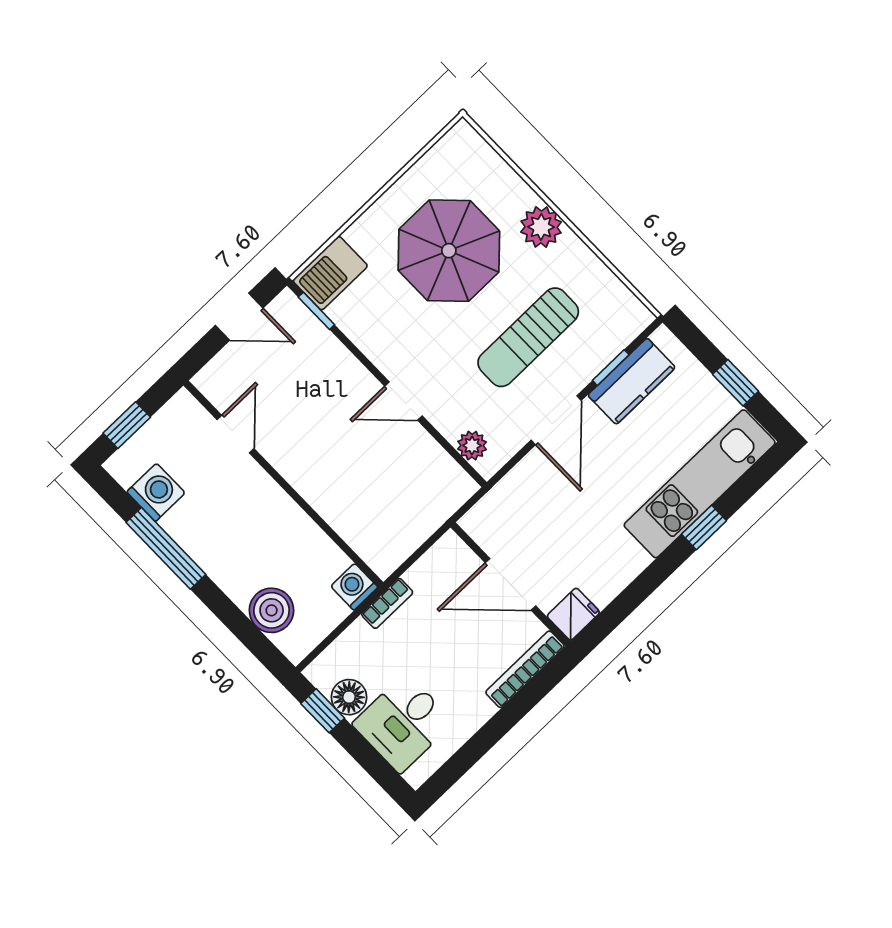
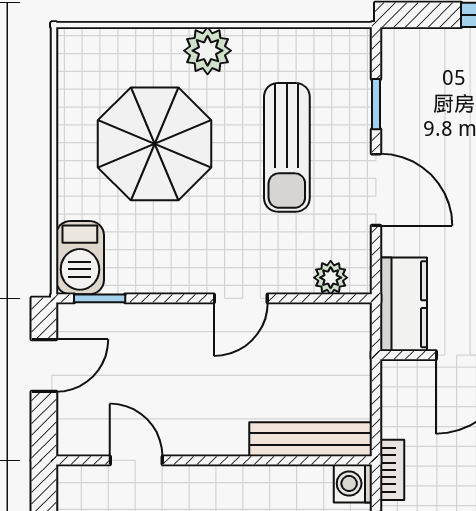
kitchen counter: (632, 381) -> (403, 304), moved
bench: (357, 532) -> (311, 439), added

